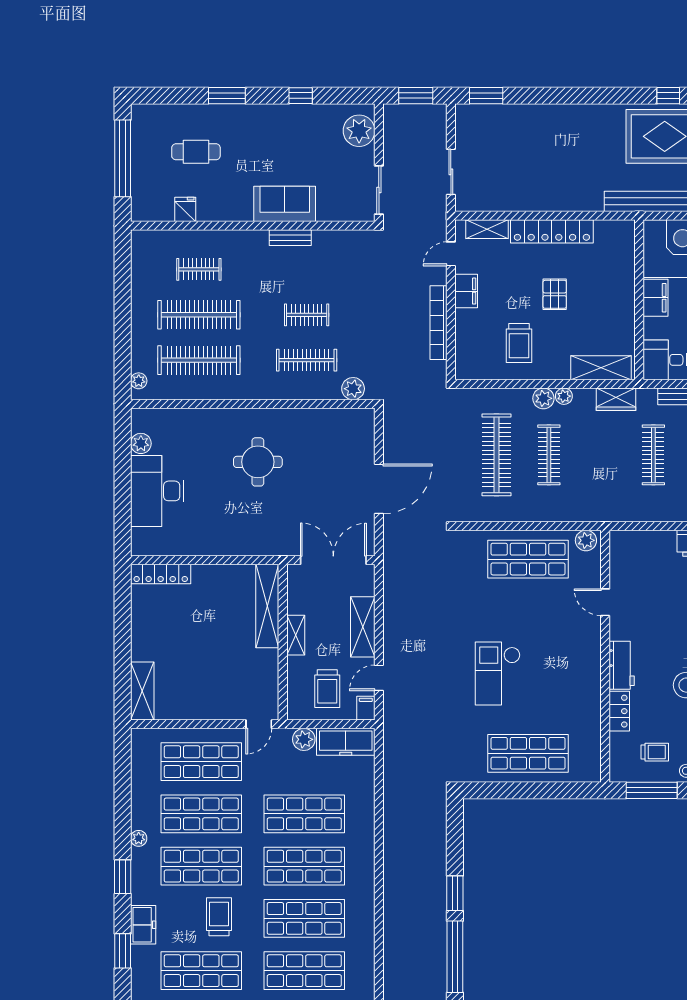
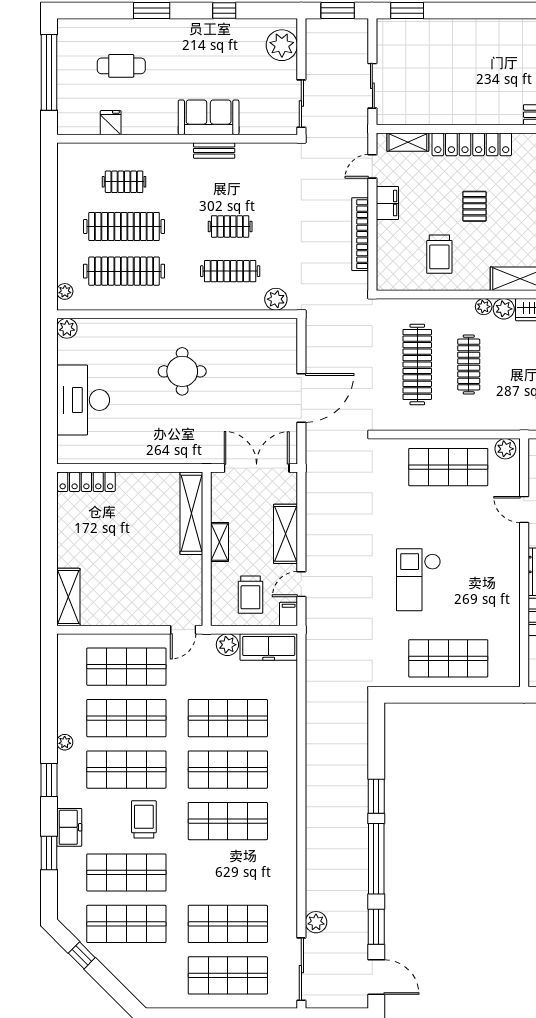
plant: (543, 398) -> (504, 309), moved
plant: (141, 443) -> (67, 328), moved
shop shelf: (304, 971) -> (228, 872), removed

